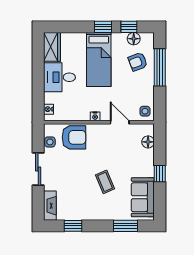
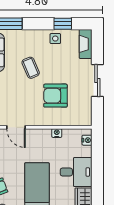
nightstand: (95, 116) -> (57, 133), moved
armchair: (74, 137) -> (55, 96), moved
side table: (50, 142) -> (55, 39), moved

